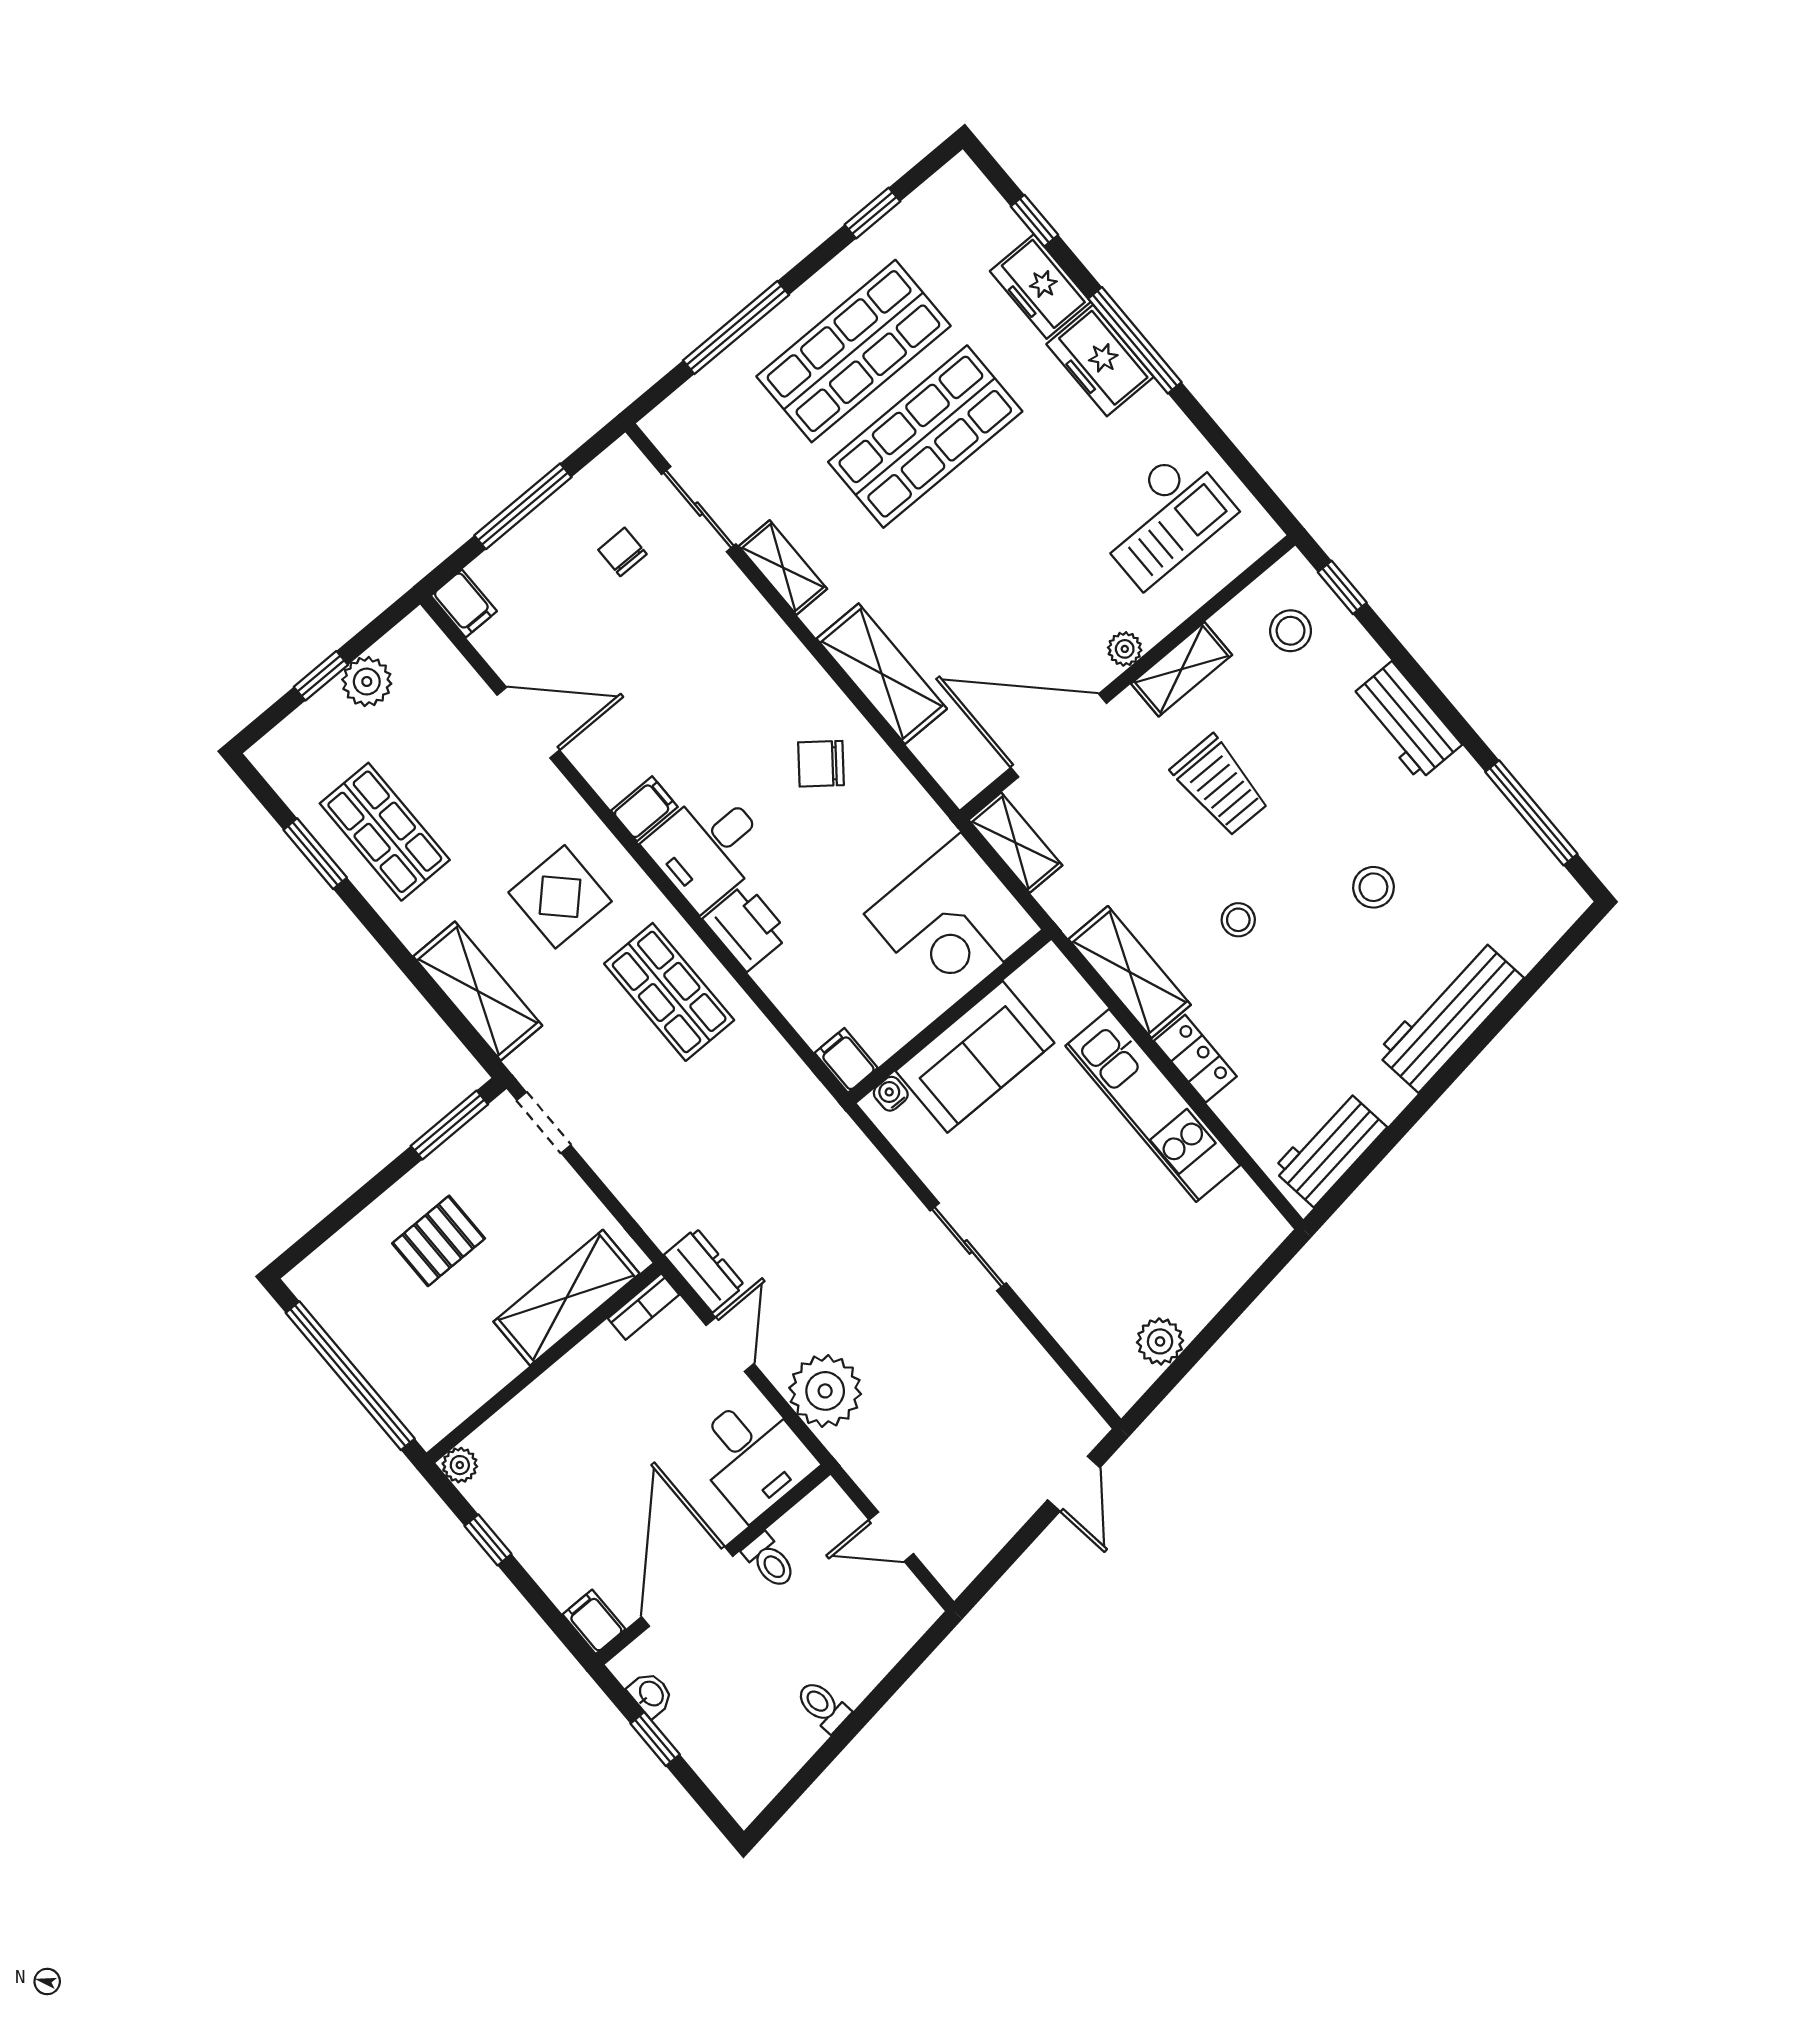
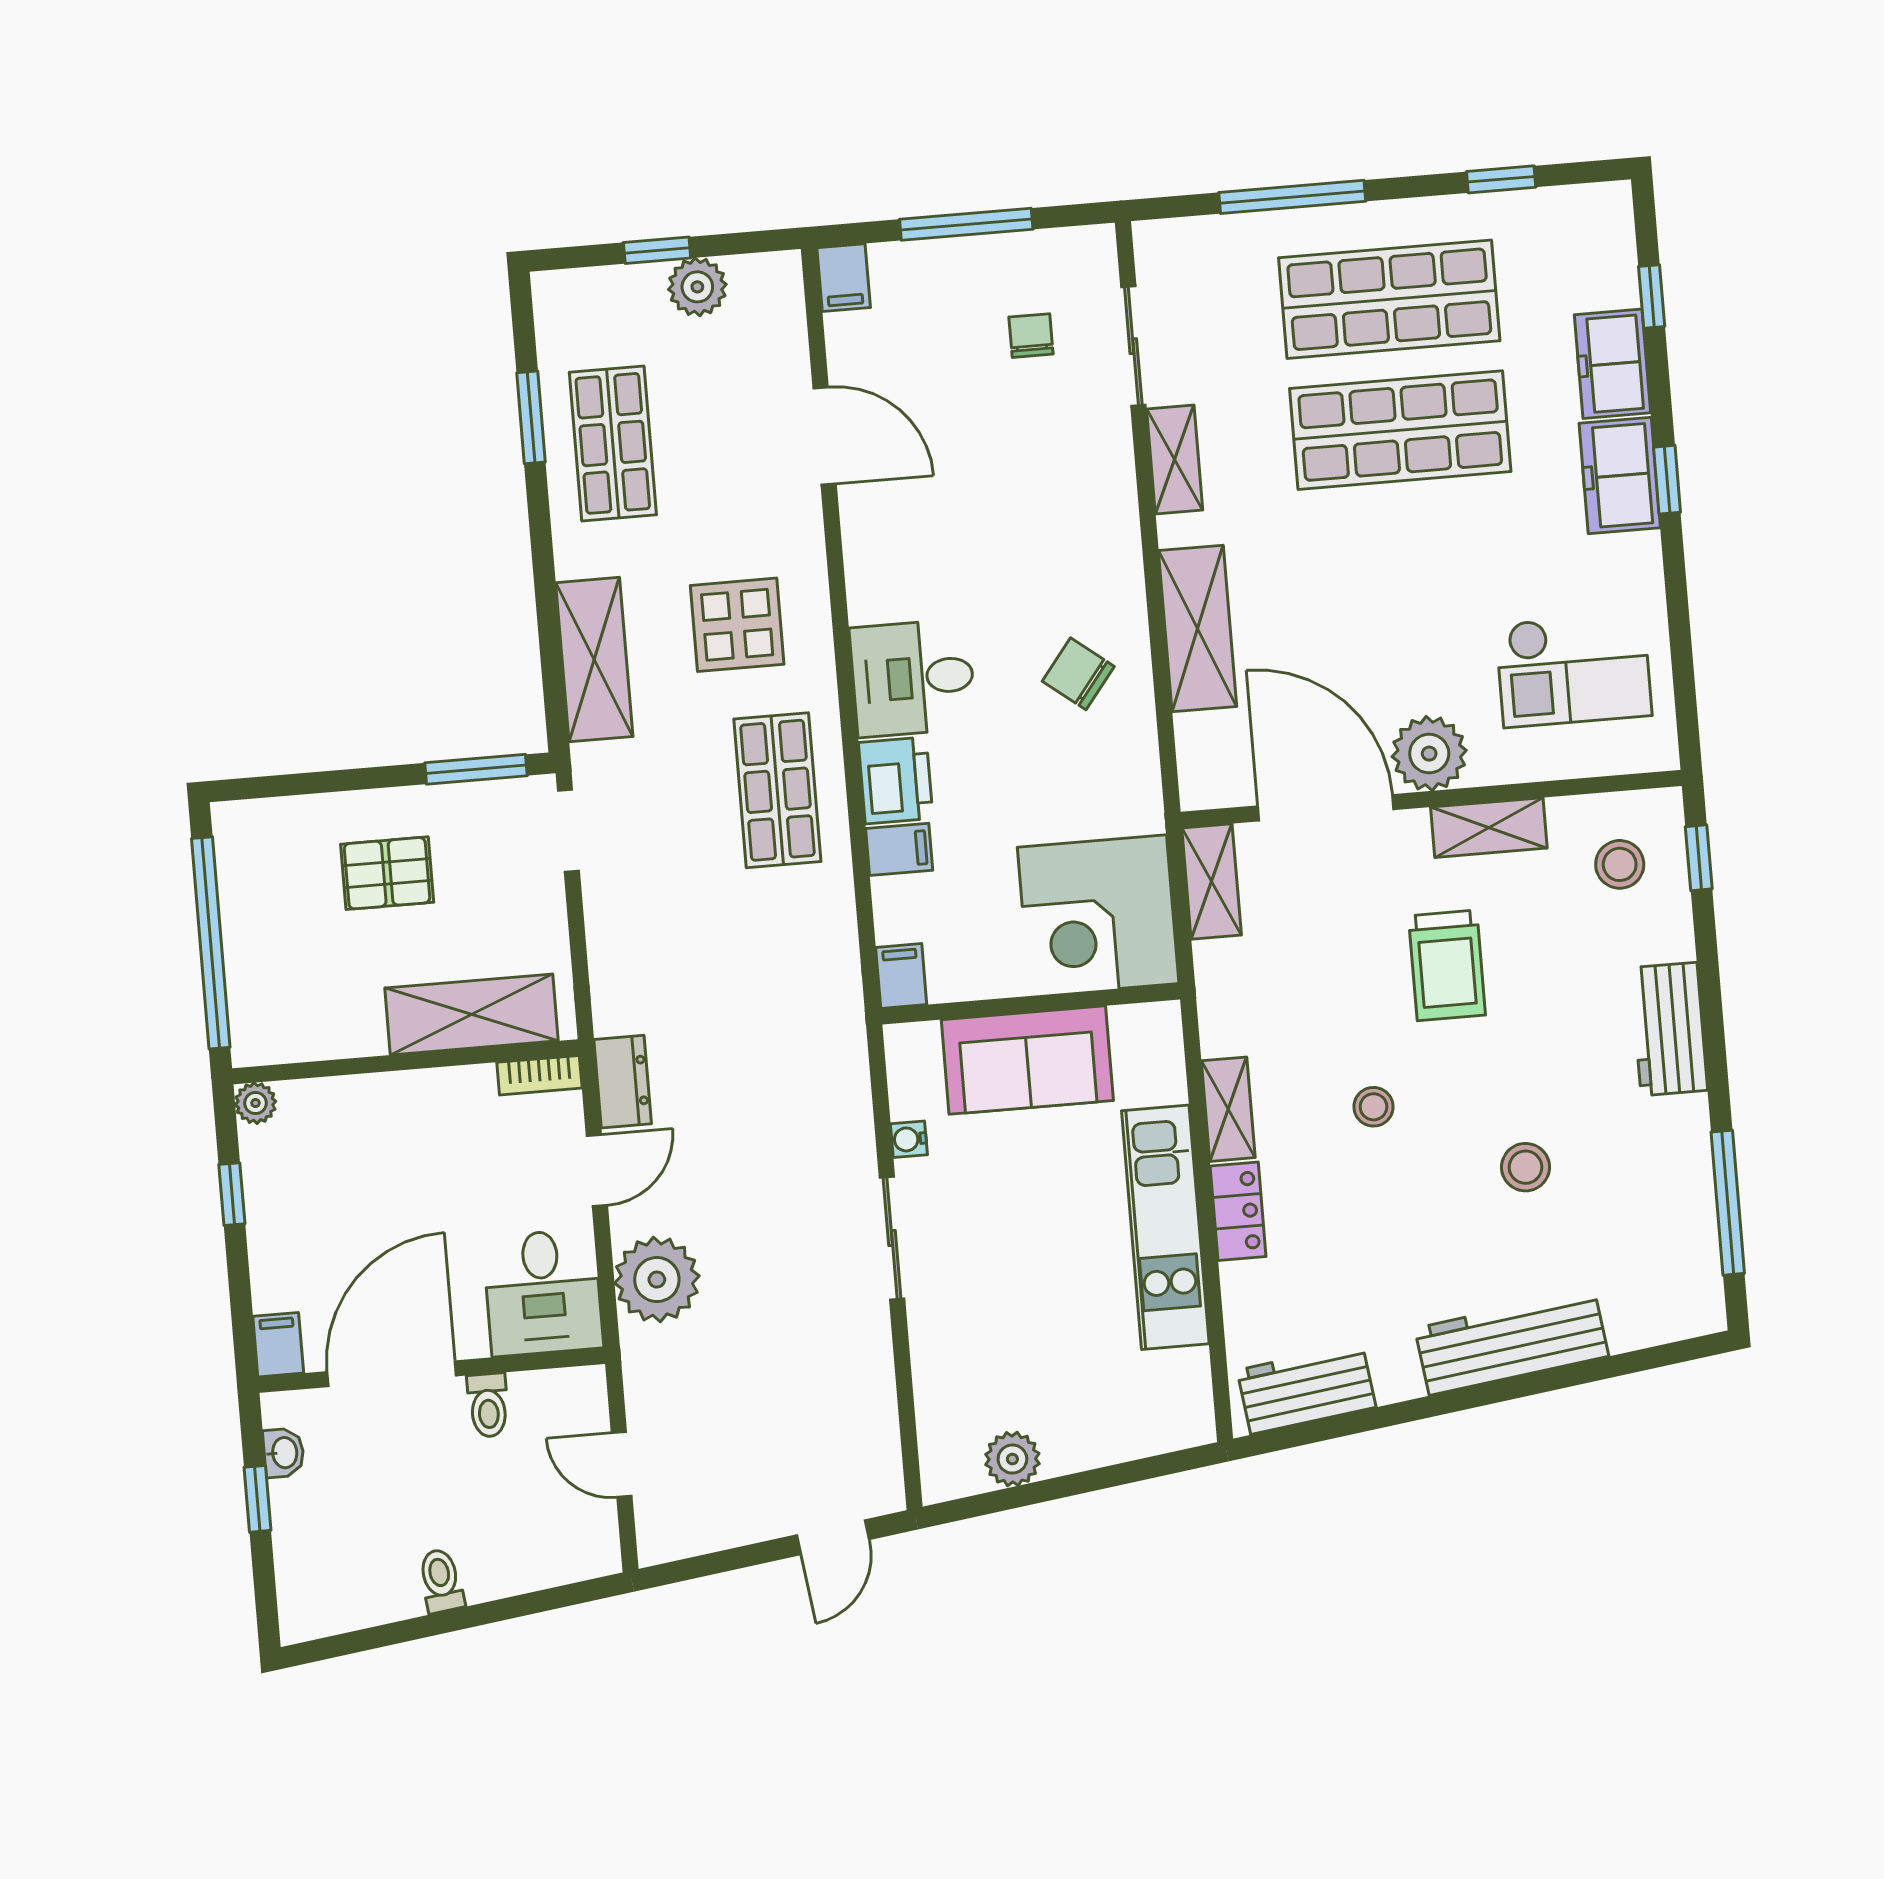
window: (1135, 340) -> (1667, 480), width x0.46
plant: (1125, 649) -> (1429, 754), width x1.87, depth x1.87
filing cabinet: (644, 809) -> (899, 849), moved
shelving: (1130, 972) -> (1228, 1109), width x0.67, depth x0.75
water cooler: (891, 1094) -> (909, 1139), moved, turned -90

